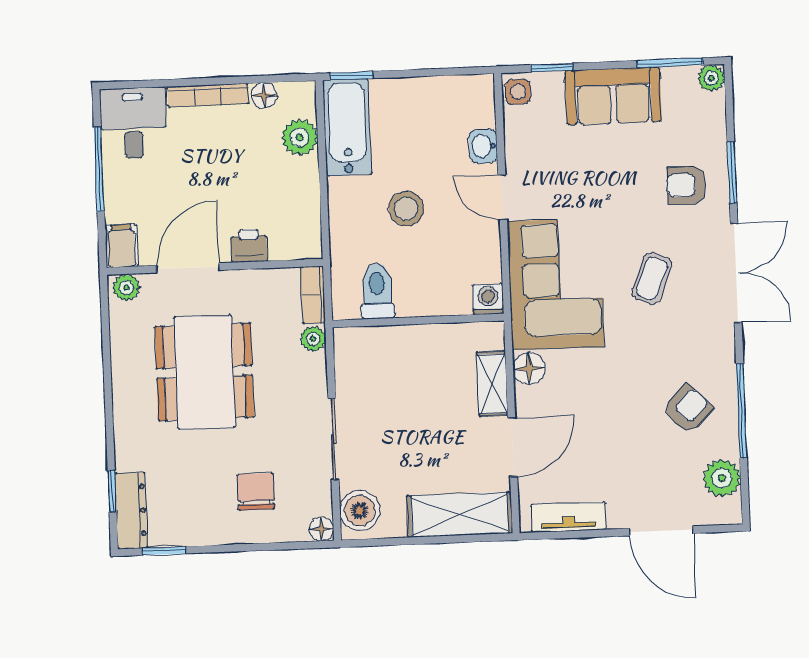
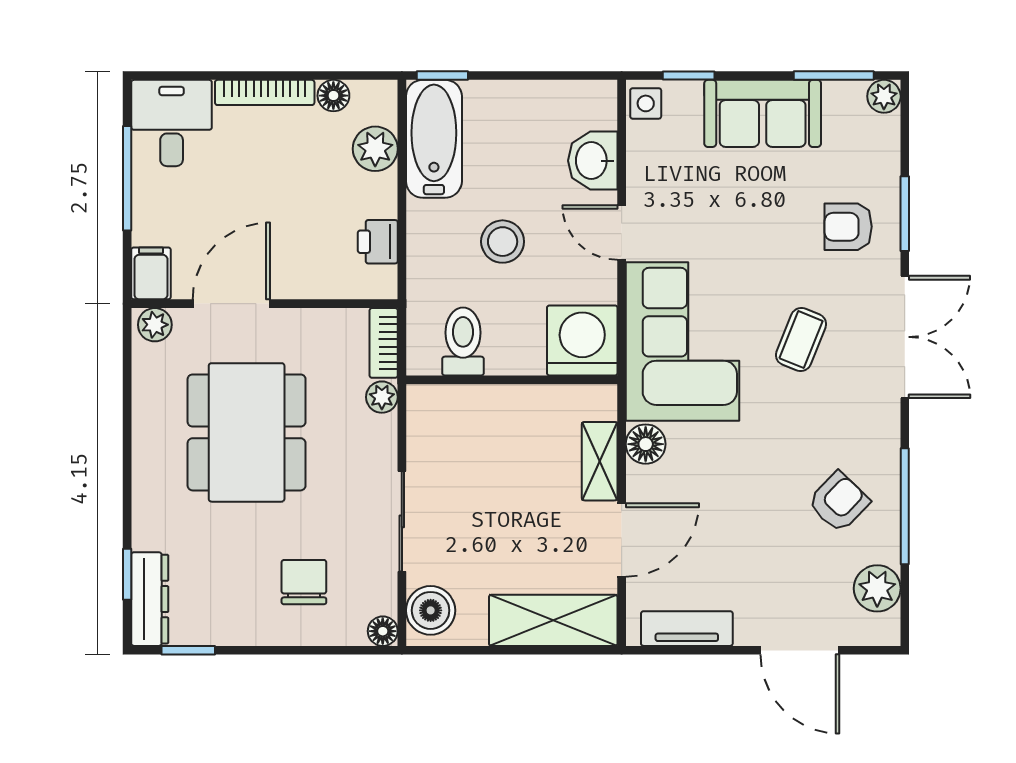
washbasin: (483, 146) -> (593, 161), width x1.38, depth x1.45
printer: (249, 246) -> (378, 242), moved, turned -90
washing machine: (488, 299) -> (582, 340), width x1.89, depth x1.89

